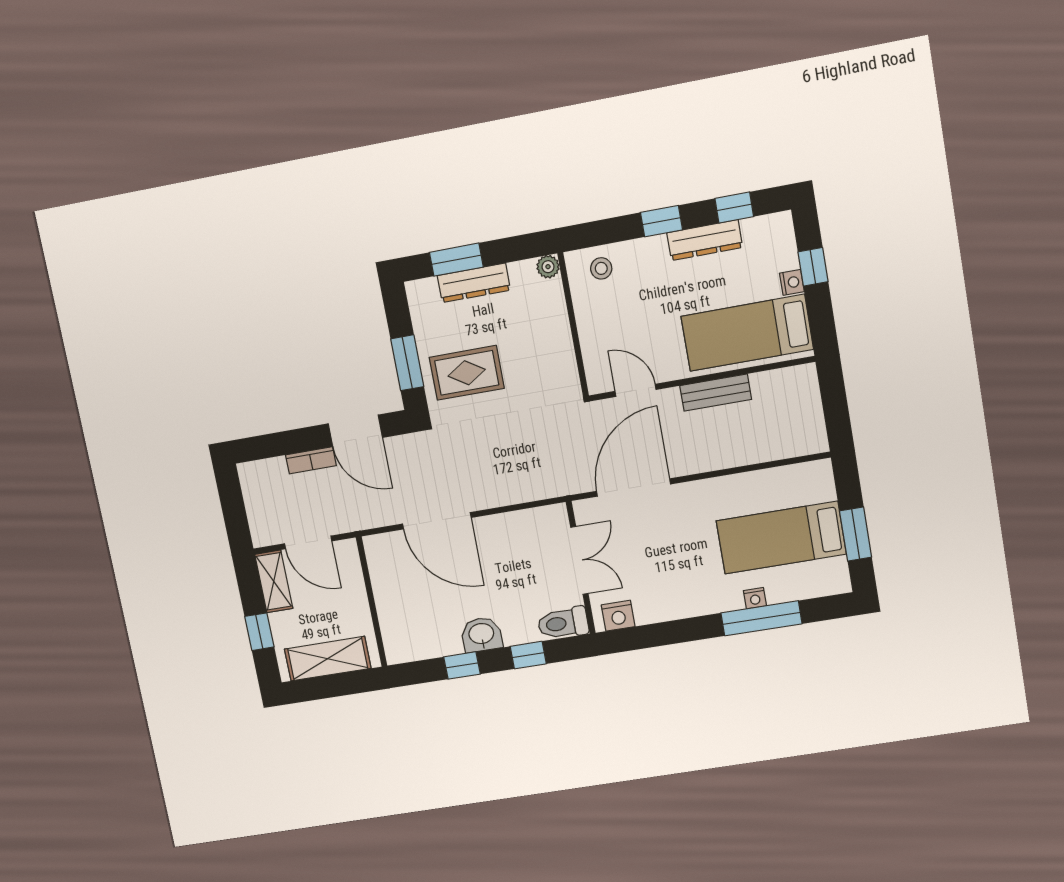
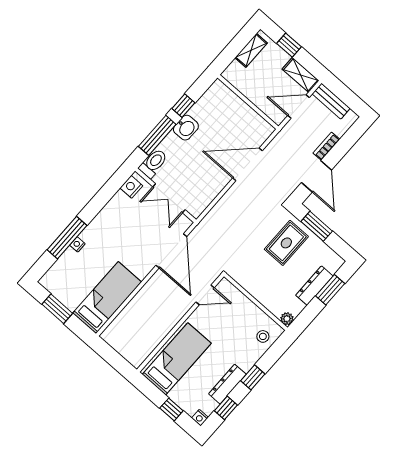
nightstand: (792, 282) -> (200, 418), moved
bench: (716, 393) -> (331, 101), moved, turned 90
door: (355, 431) -> (316, 176), swing flipped
bed: (781, 538) -> (107, 298), moved
window: (528, 655) -> (157, 135), width x2.17
shelving: (328, 659) -> (251, 50), width x0.67, depth x0.75

